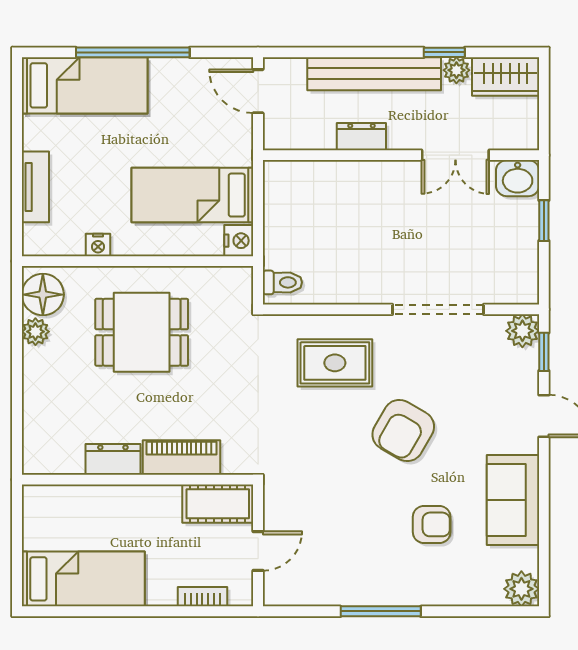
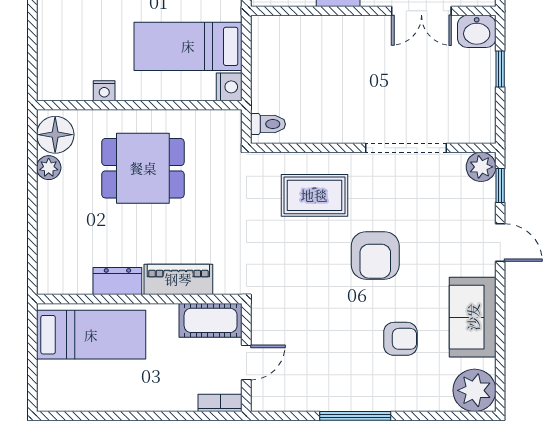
tv unit: (35, 187) -> (49, 39), removed
armchair: (403, 431) -> (375, 255), turned -30
bed: (83, 579) -> (91, 335), moved
plant: (521, 589) -> (474, 390), width x1.36, depth x1.36
bookcase: (202, 597) -> (220, 403), moved

